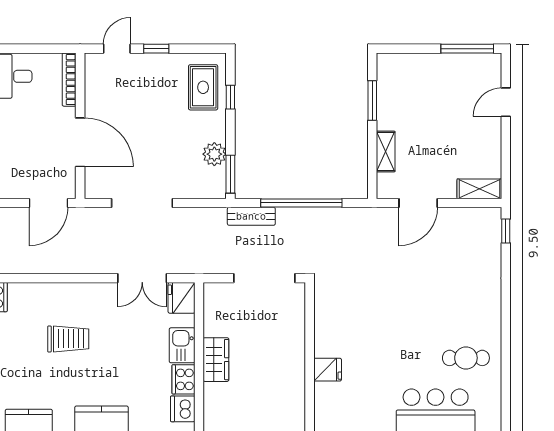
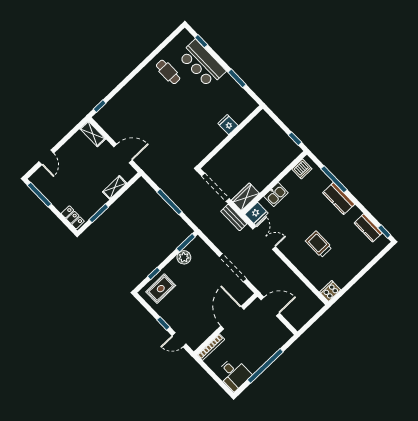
locker: (399, 63) -> (73, 217), added
door: (506, 102) -> (46, 157), hinge flipped
window: (301, 203) -> (169, 202), width x0.68
bench: (251, 216) -> (234, 217), moved
wardrobe: (216, 360) -> (245, 197), moved
cooker: (183, 379) -> (289, 180), removed

